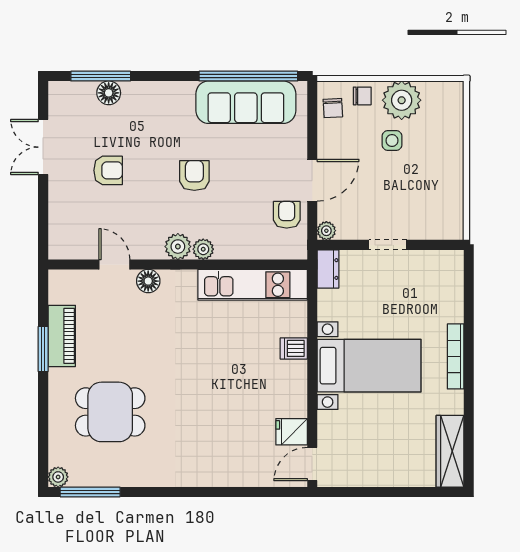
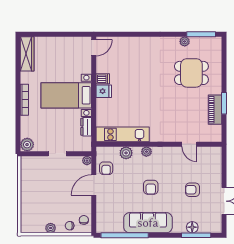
plant: (402, 100) -> (51, 228), width x0.53, depth x0.53
sofa: (246, 102) -> (148, 223), moved
side table: (392, 141) -> (55, 204), removed
plant: (178, 247) -> (126, 153), moved
plant: (450, 264) -> (27, 145), added
dresser: (328, 269) -> (86, 127), moved
floor lamp: (148, 281) -> (173, 136), removed
dishwasher: (294, 348) -> (103, 79), moved
fridge: (292, 432) -> (104, 91), moved
plant: (58, 477) -> (185, 41), moved

